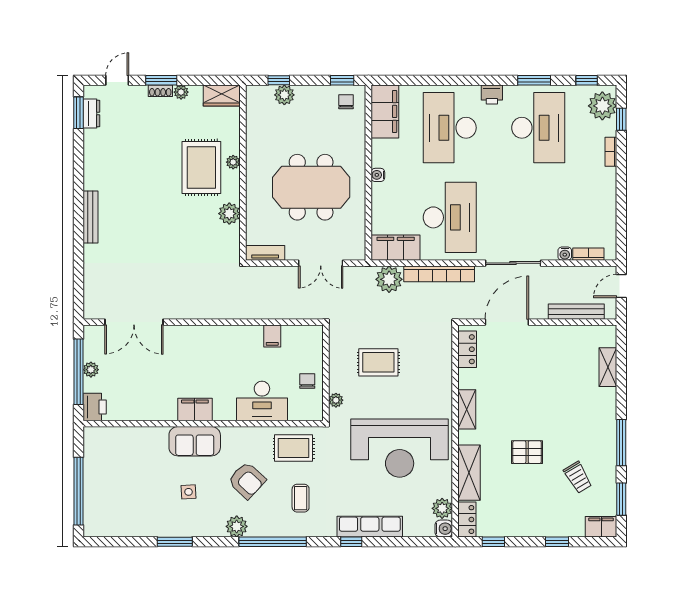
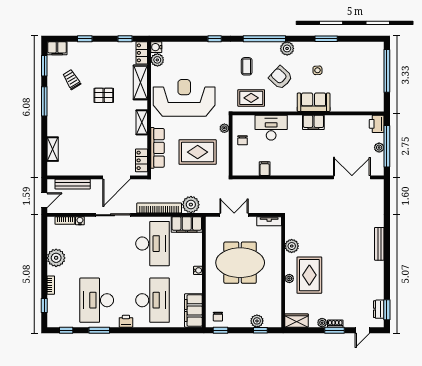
plant: (602, 106) -> (56, 258), moved
desk: (450, 217) -> (153, 244), turned 180
rug: (378, 362) -> (198, 152), width x1.36, depth x1.43
row of seats: (370, 527) -> (157, 148), moved, turned -90

